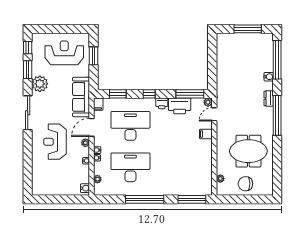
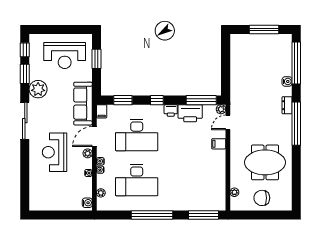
reception desk: (64, 53) -> (65, 56), turned 180
desk: (130, 126) -> (137, 135), turned 180
desk: (130, 167) -> (137, 180), turned 180

